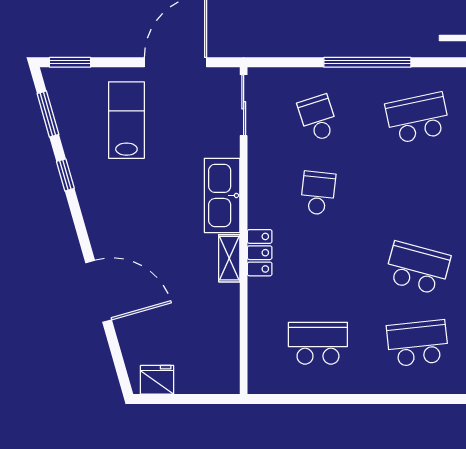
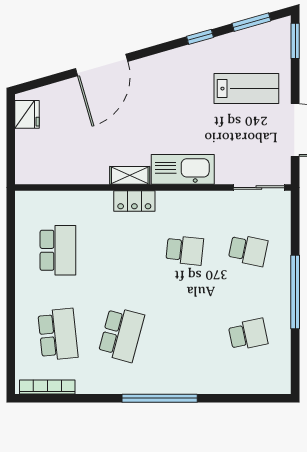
school desk: (318, 118) -> (248, 250), turned 30
school desk: (418, 118) -> (248, 334), width x0.54

